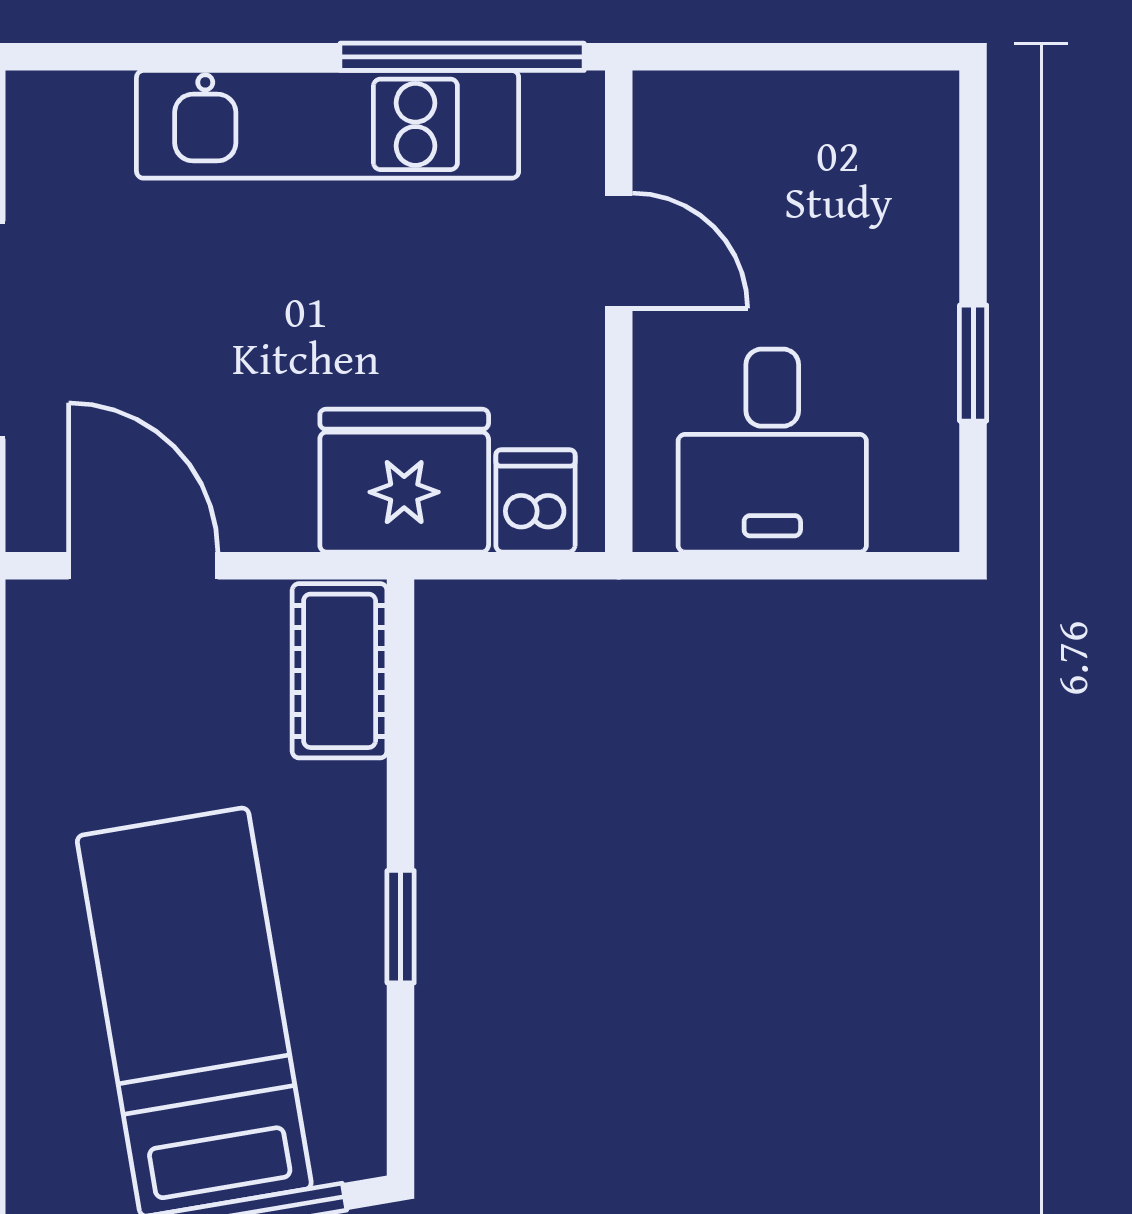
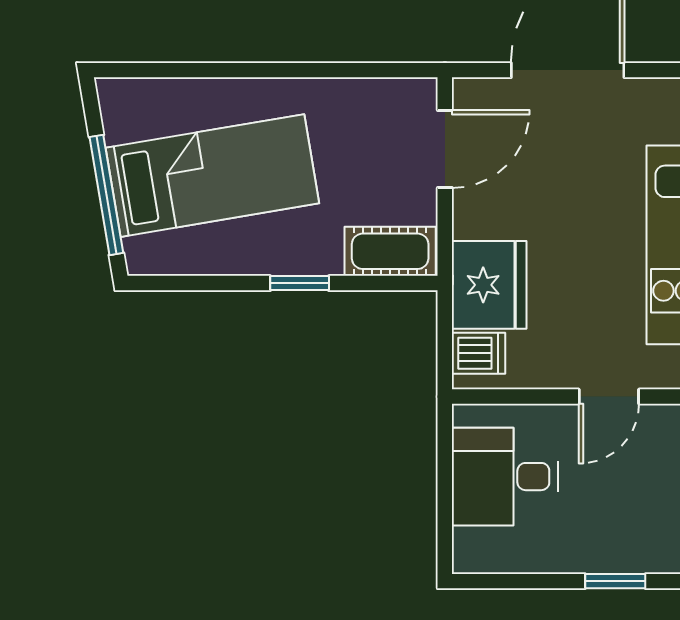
window: (973, 363) -> (615, 581), moved
window: (401, 927) -> (300, 283), moved

